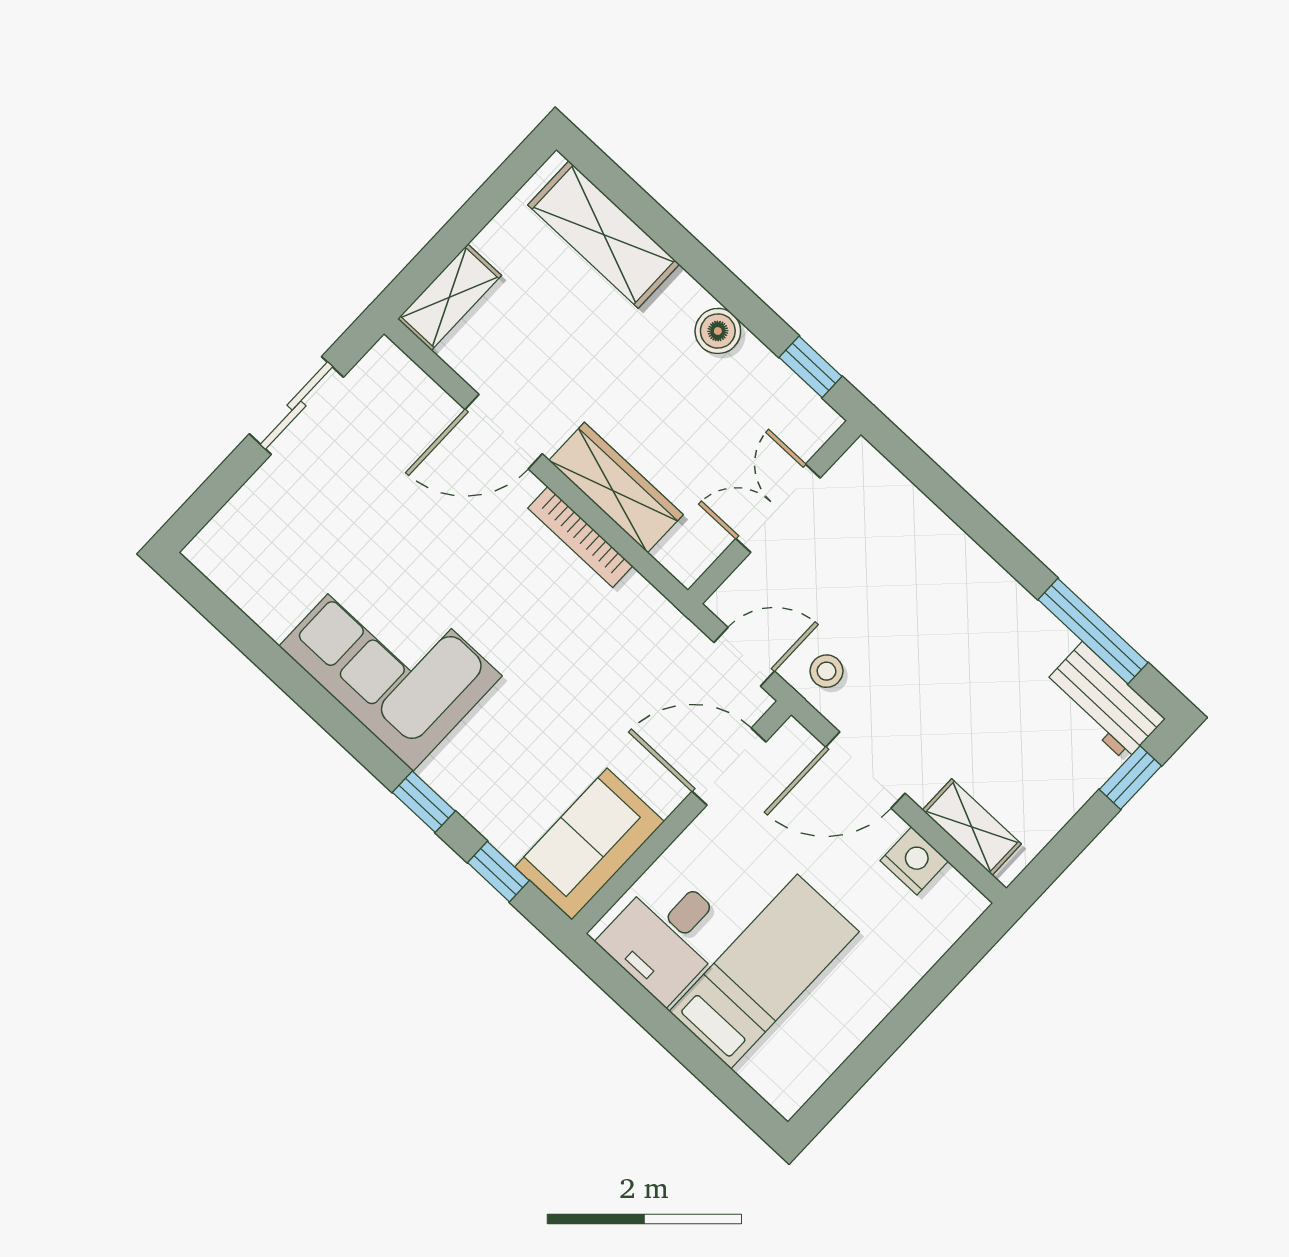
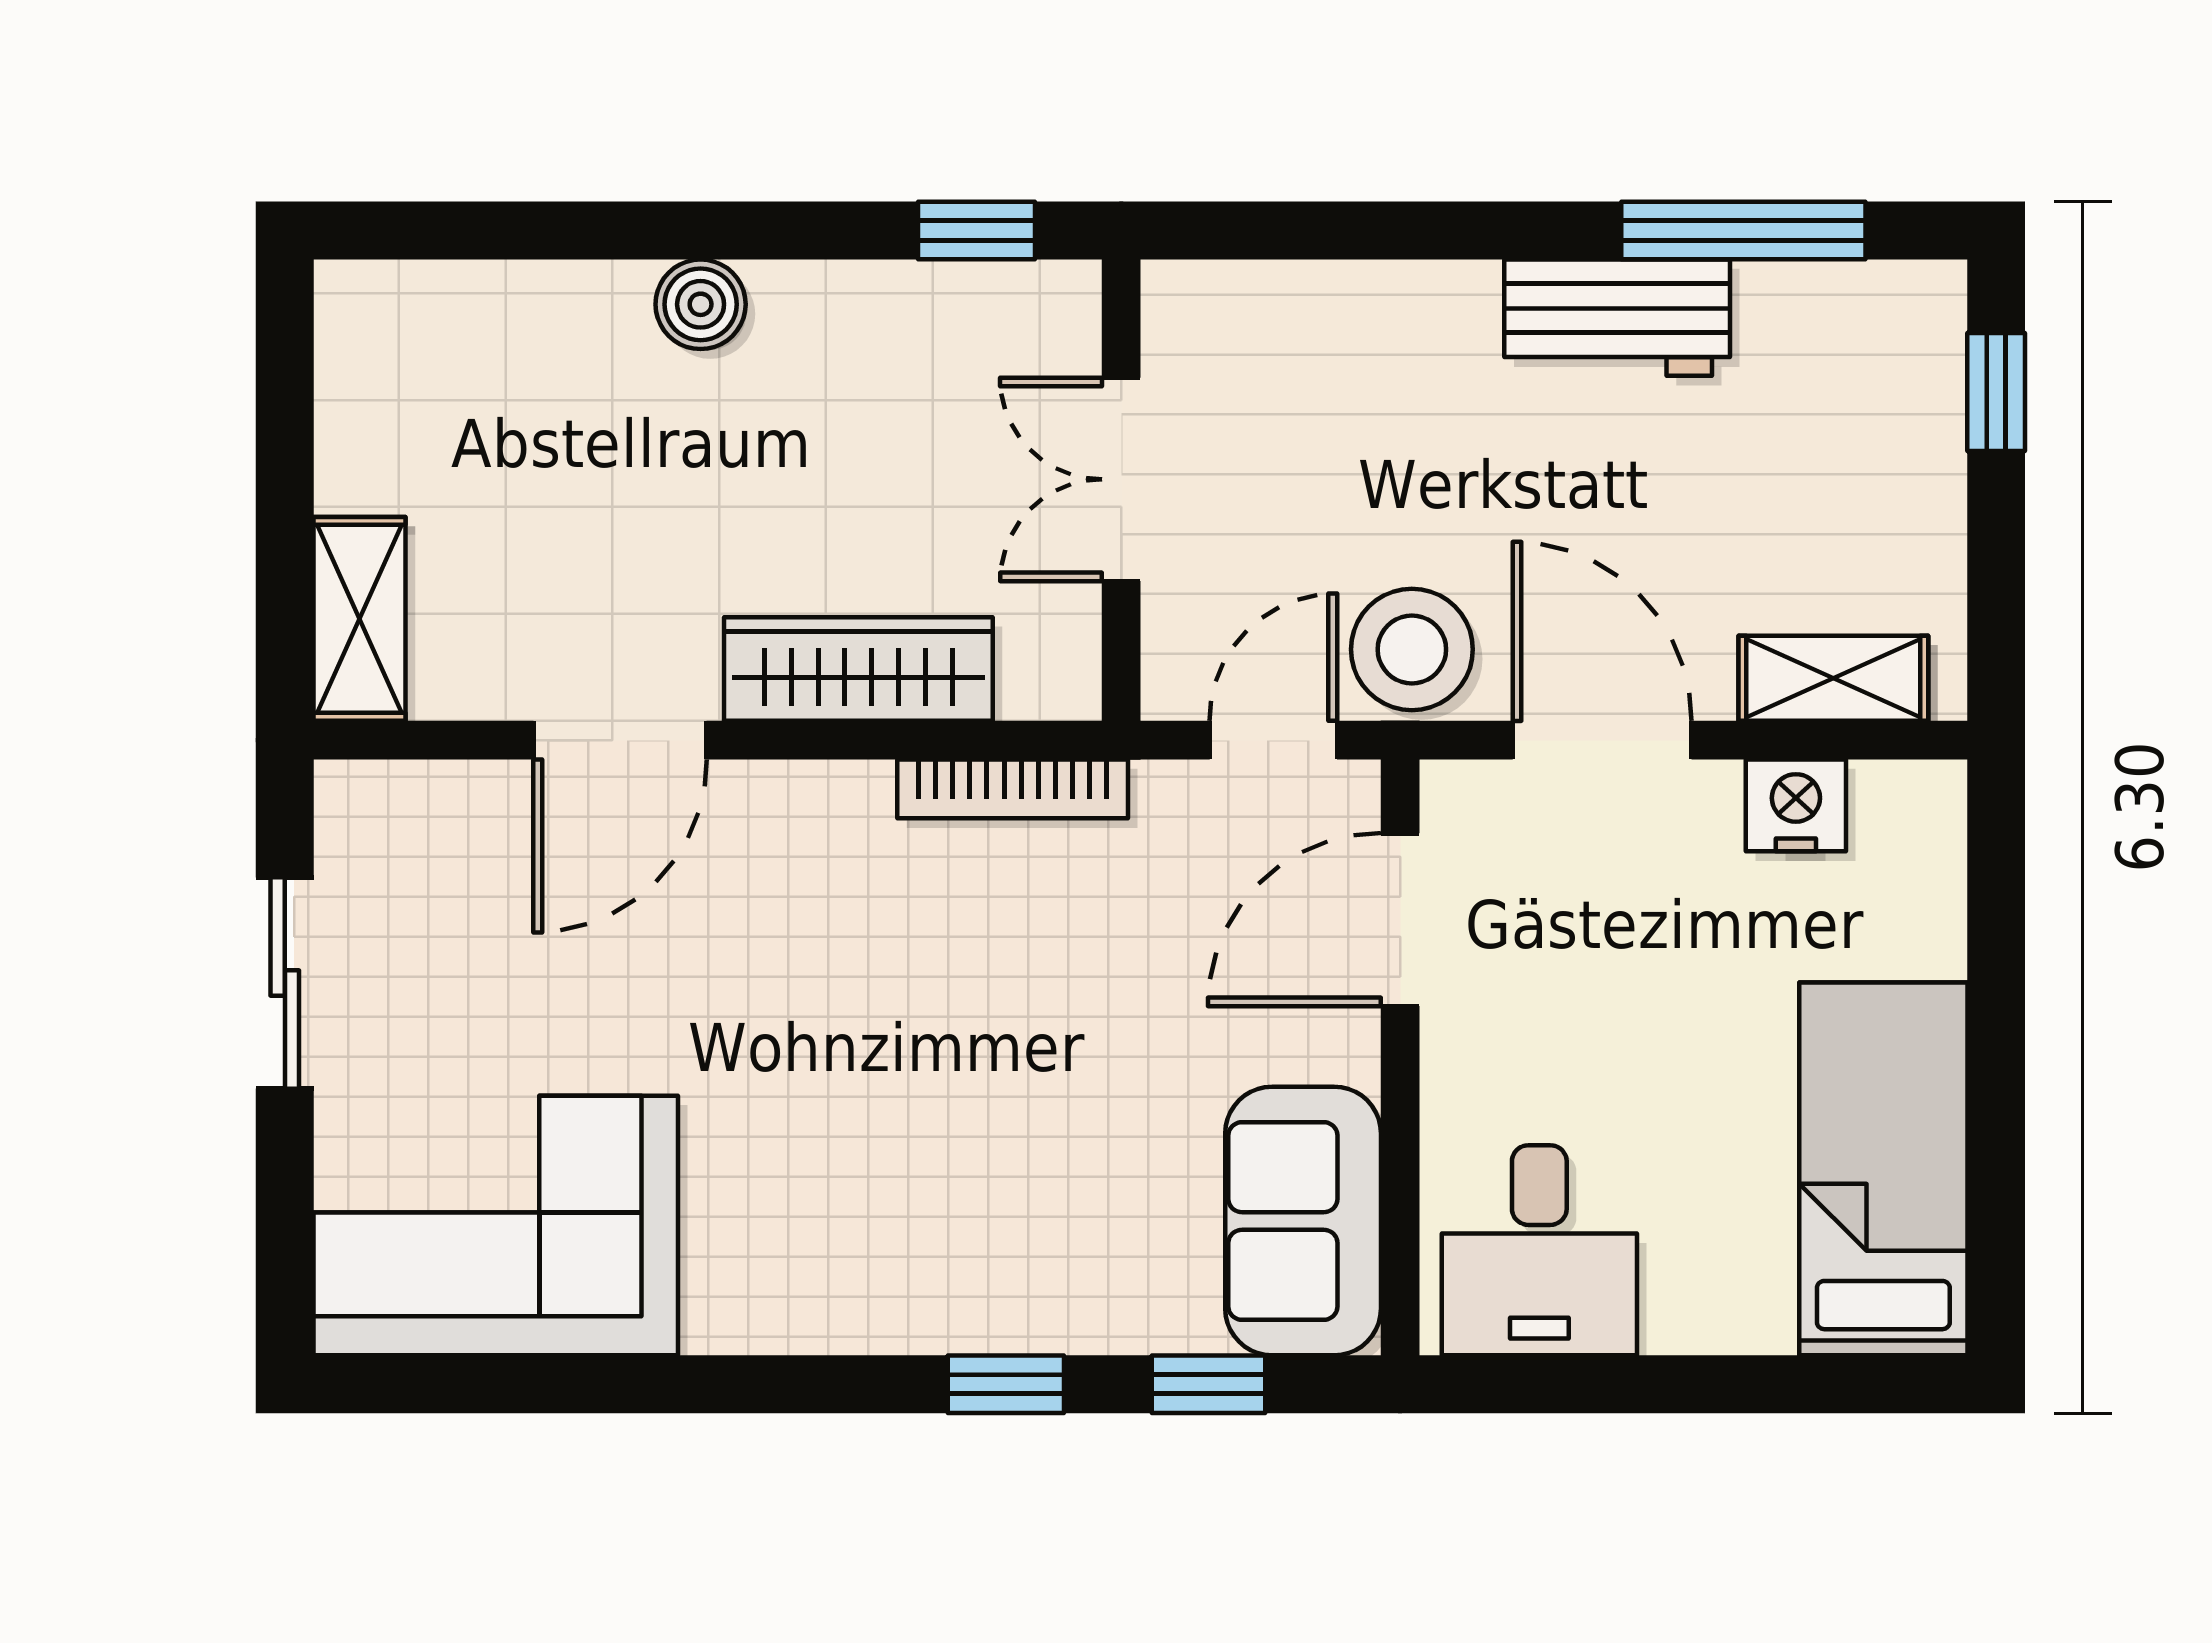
shelving: (604, 235) -> (498, 319), removed
boiler: (718, 331) -> (701, 304), moved
bookcase: (580, 537) -> (1013, 789), moved
corner sofa: (391, 661) -> (496, 1225), moved
stool: (826, 671) -> (1412, 649), width x1.89, depth x1.89
workbench: (1104, 701) -> (1617, 318), moved
door: (865, 770) -> (1602, 740), swing flipped
bed: (764, 972) -> (1883, 1169), moved

